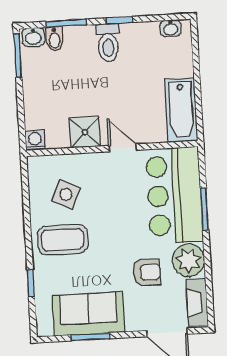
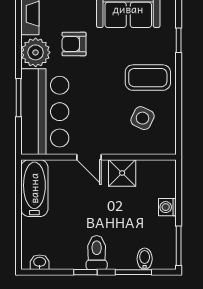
washbasin: (33, 37) -> (164, 262), removed
washing machine: (35, 140) -> (167, 207), moved, turned 90

